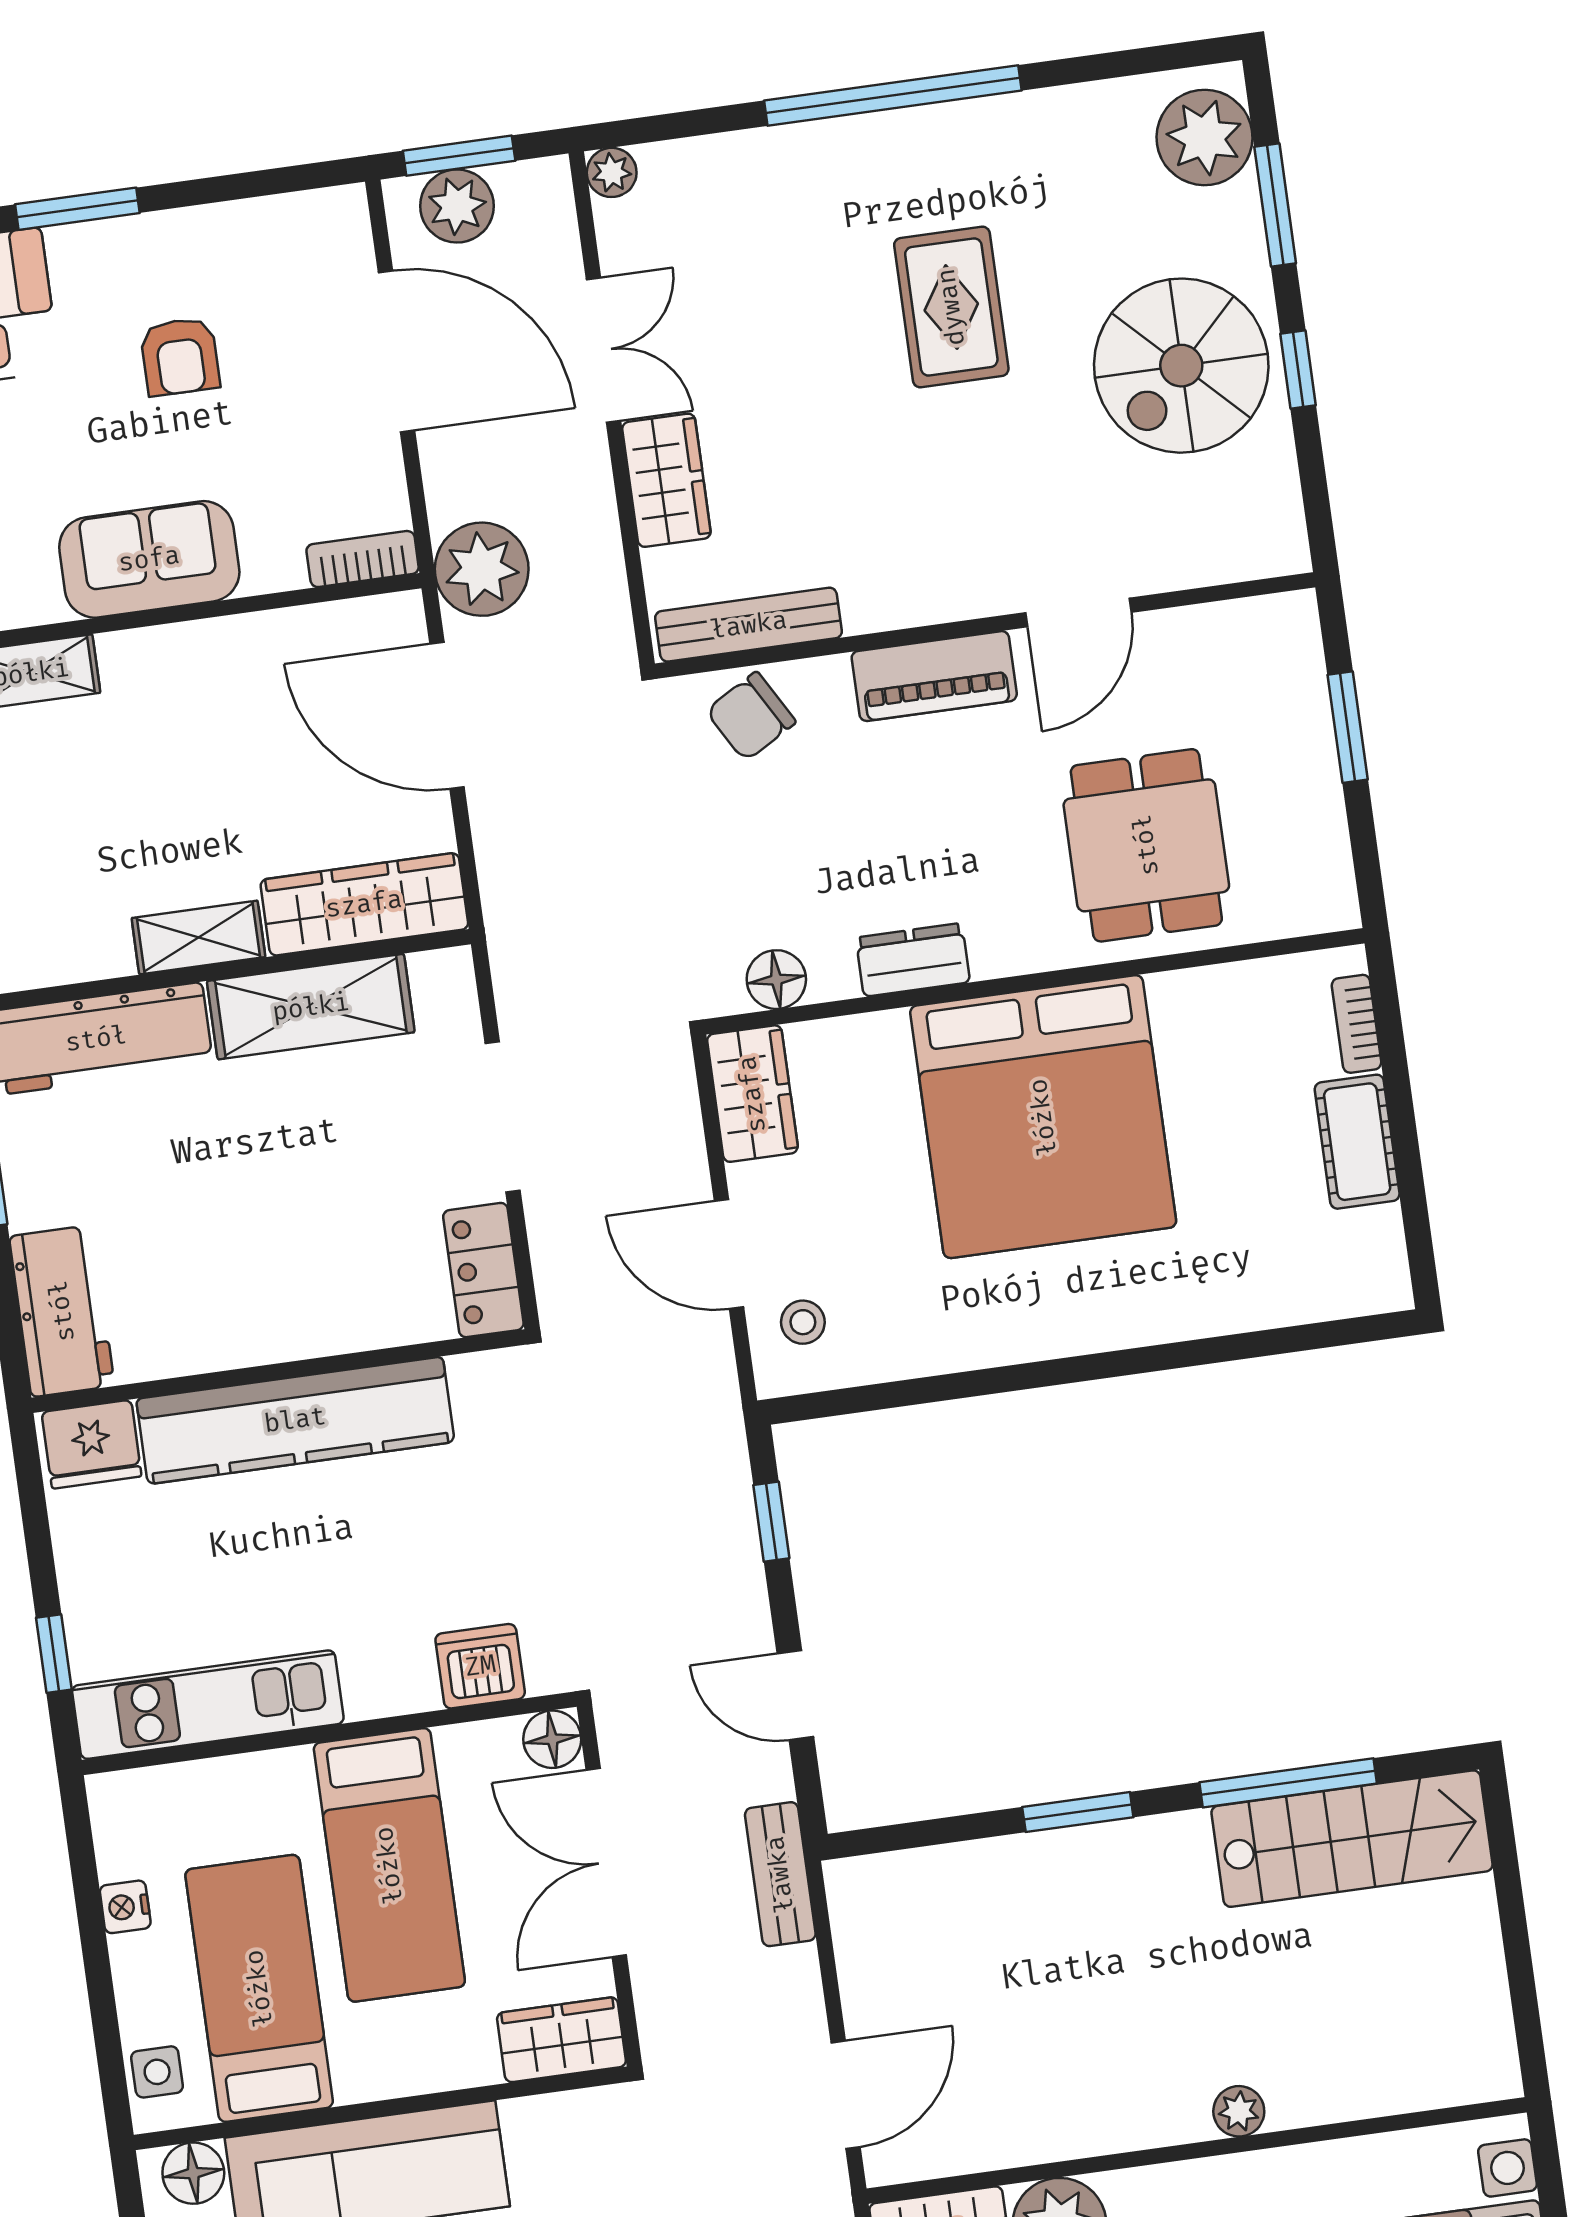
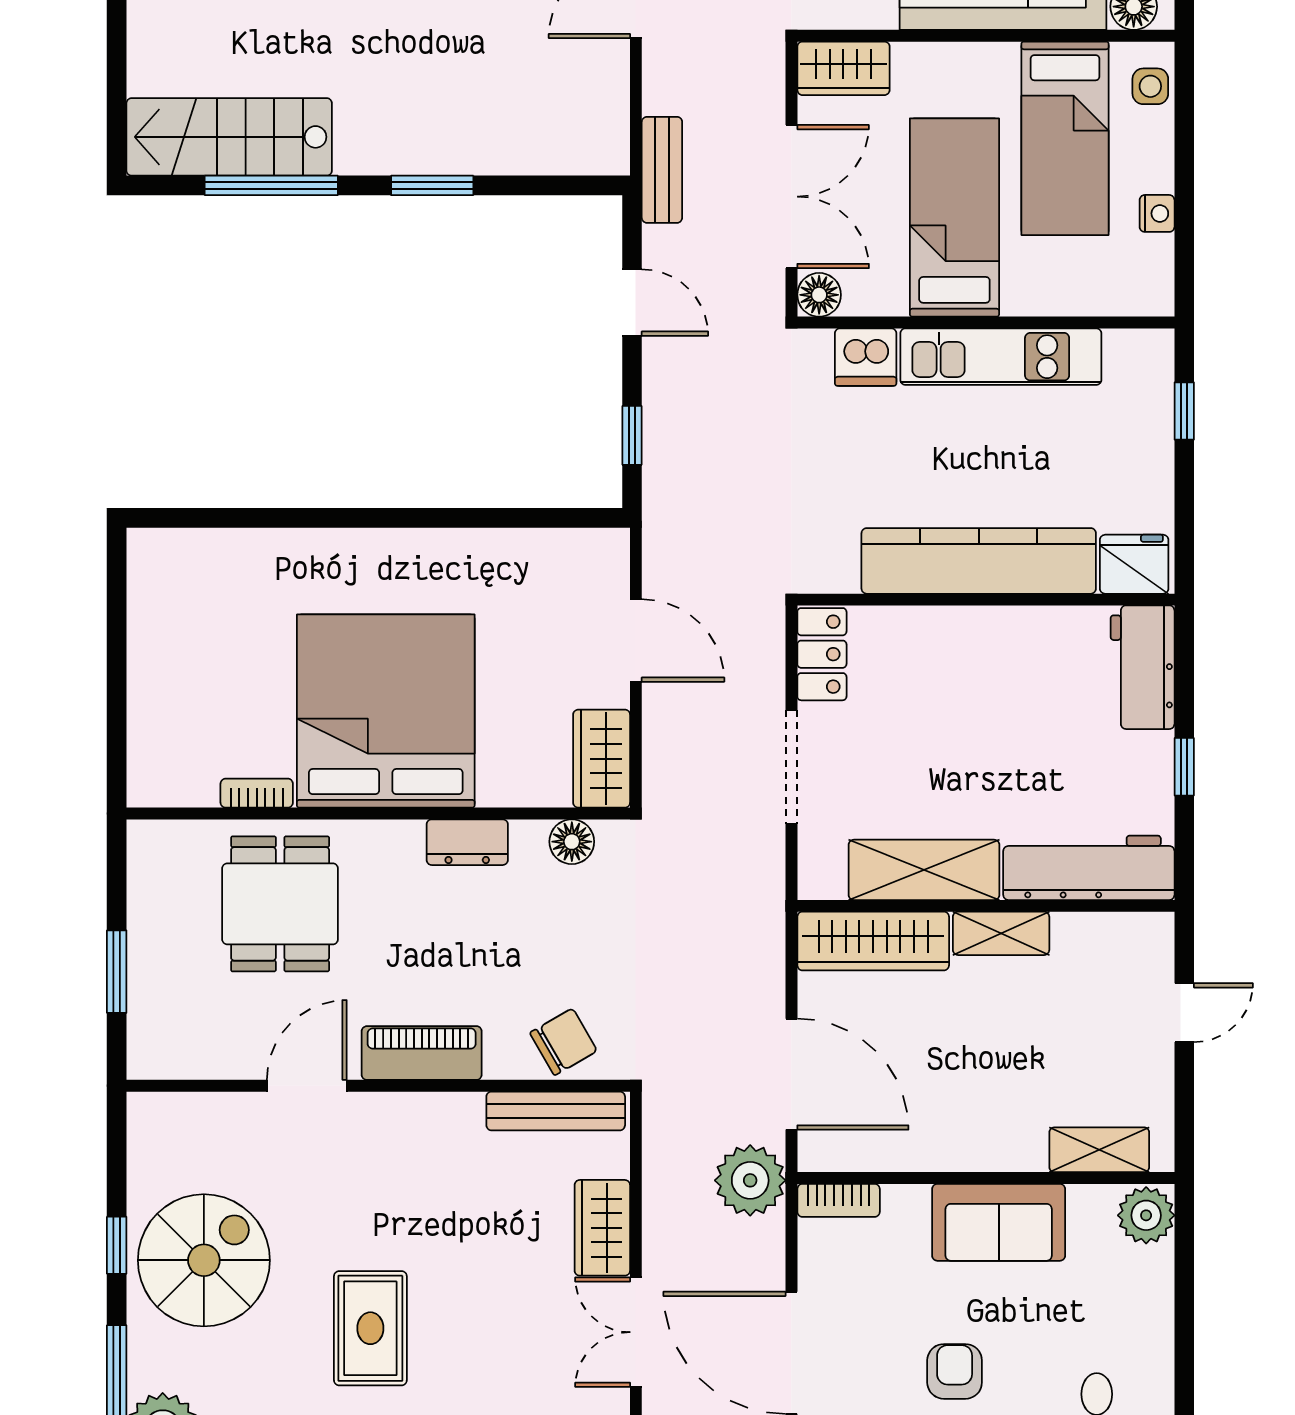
bookcase: (1356, 1024) -> (257, 793), moved, turned -90
cot: (1357, 1142) -> (153, 660), removed
stool: (803, 1322) -> (588, 582), removed
kitchen unit: (208, 1705) -> (1001, 357), moved

